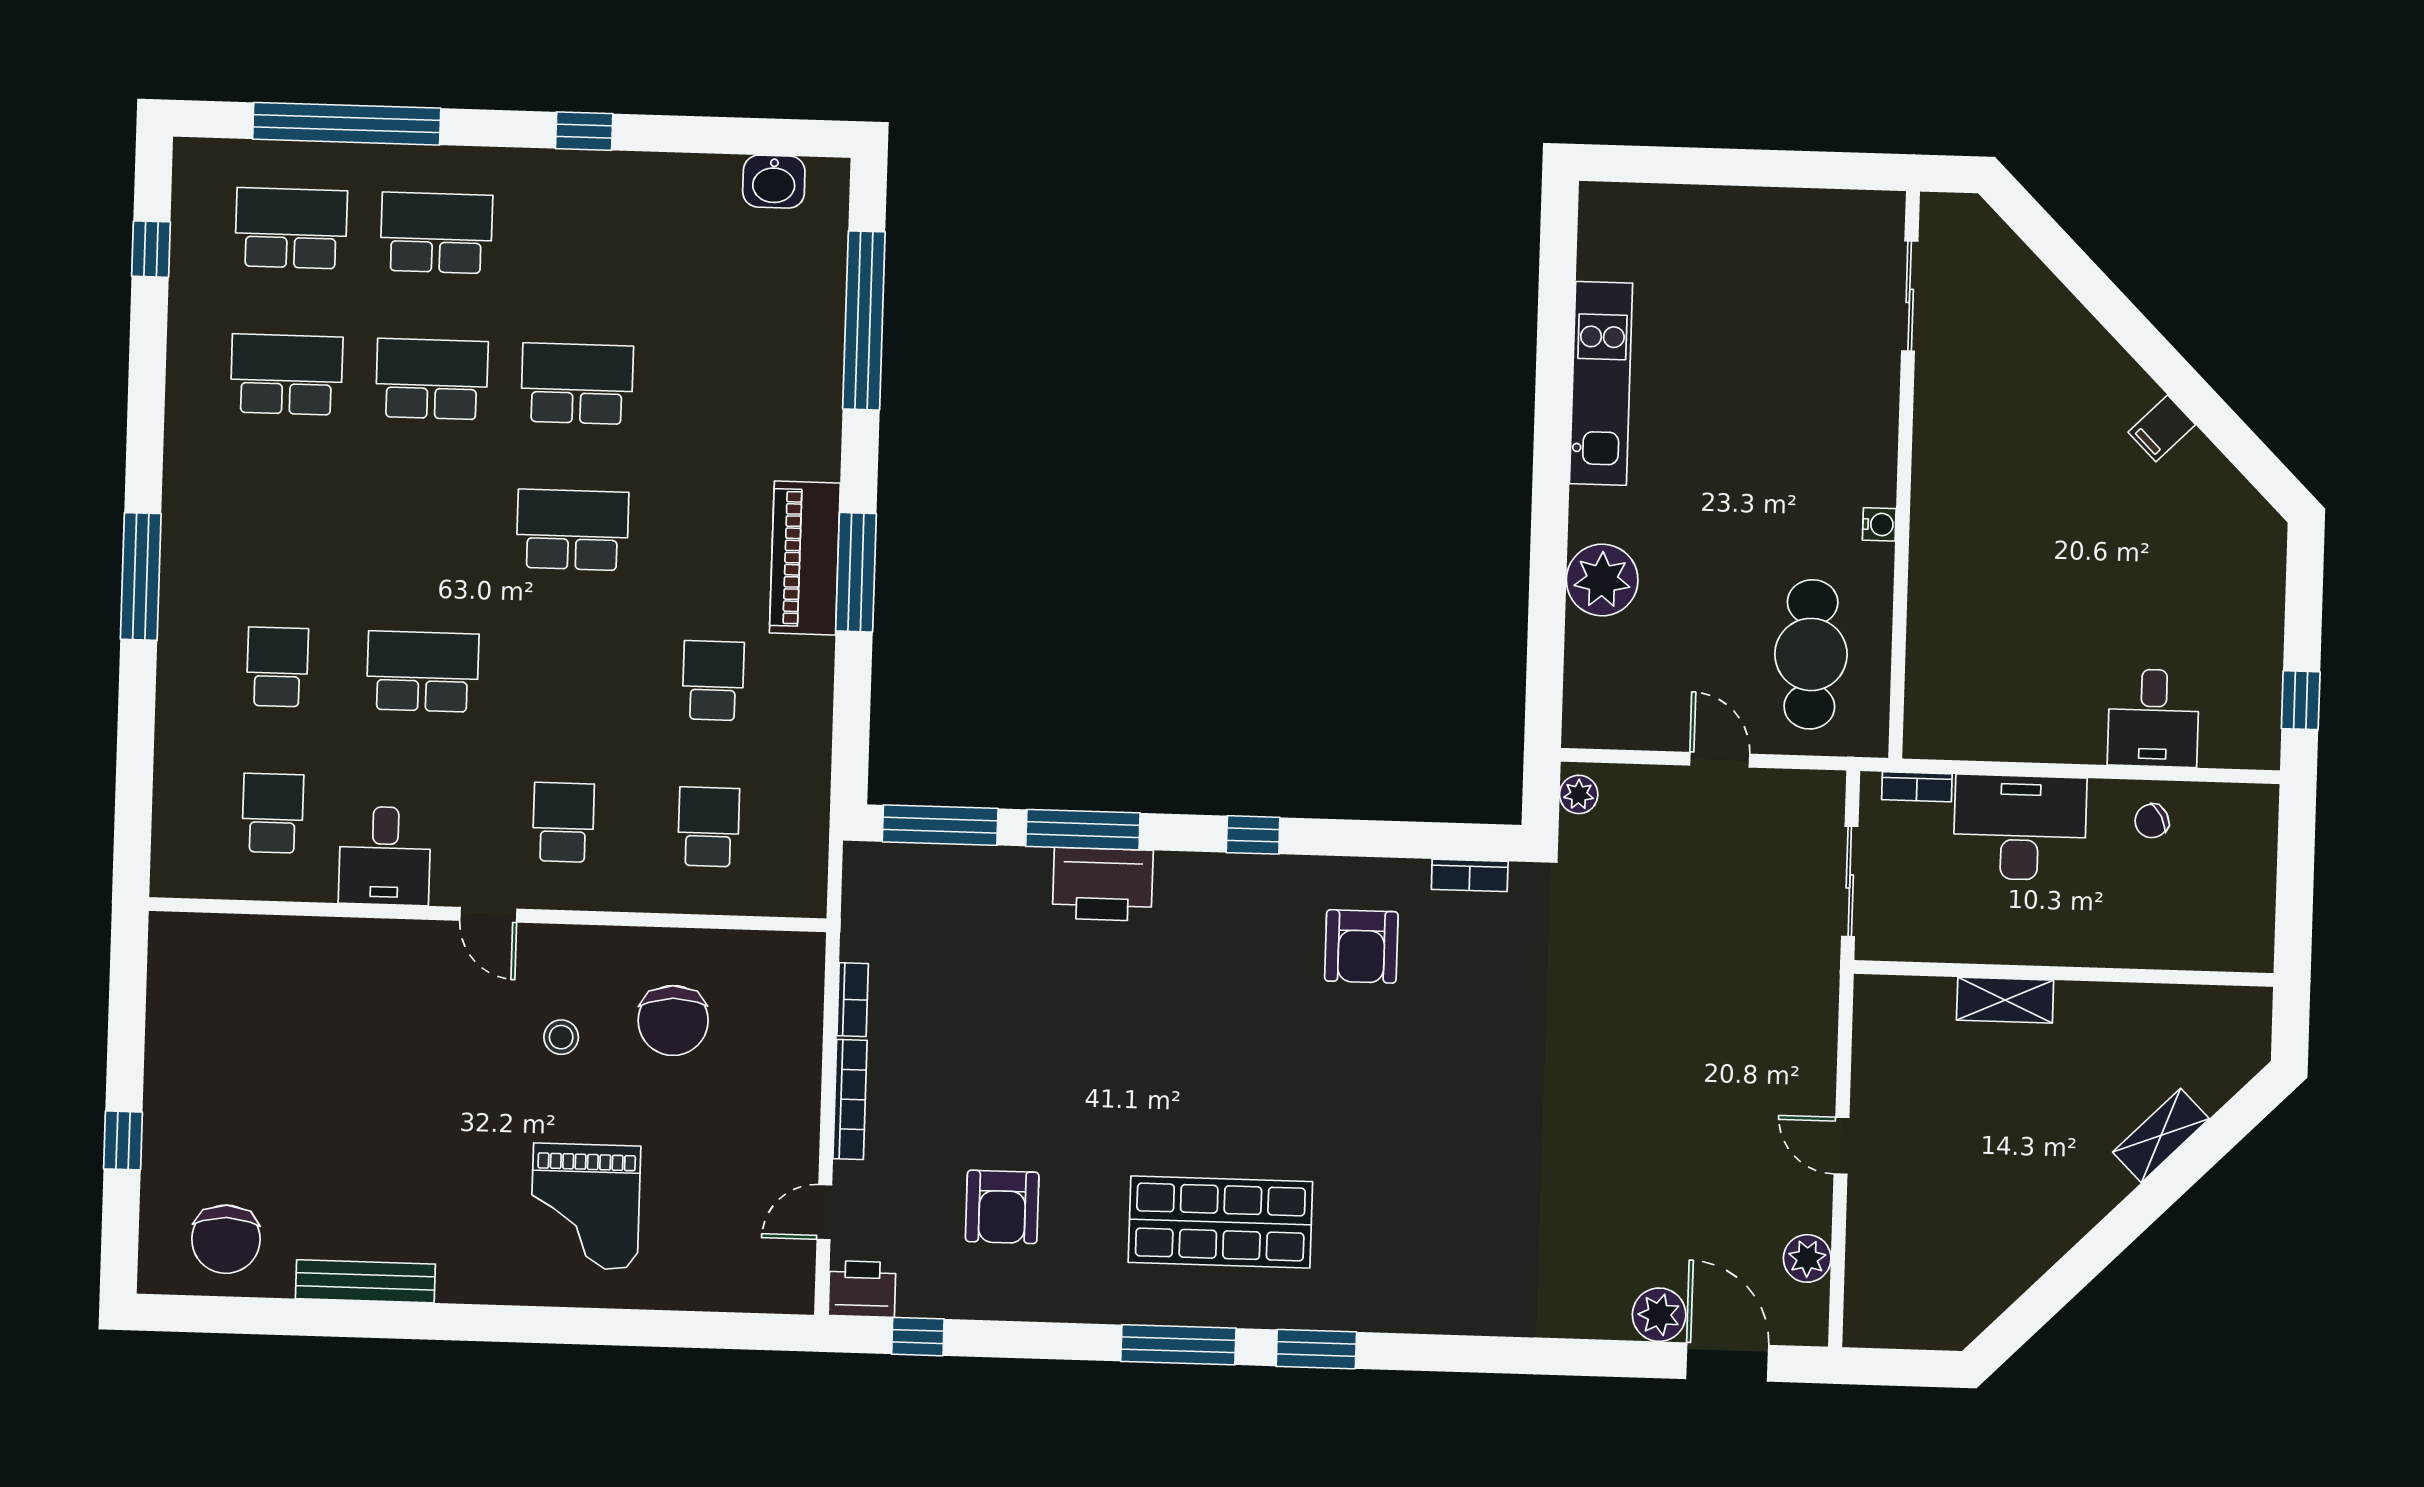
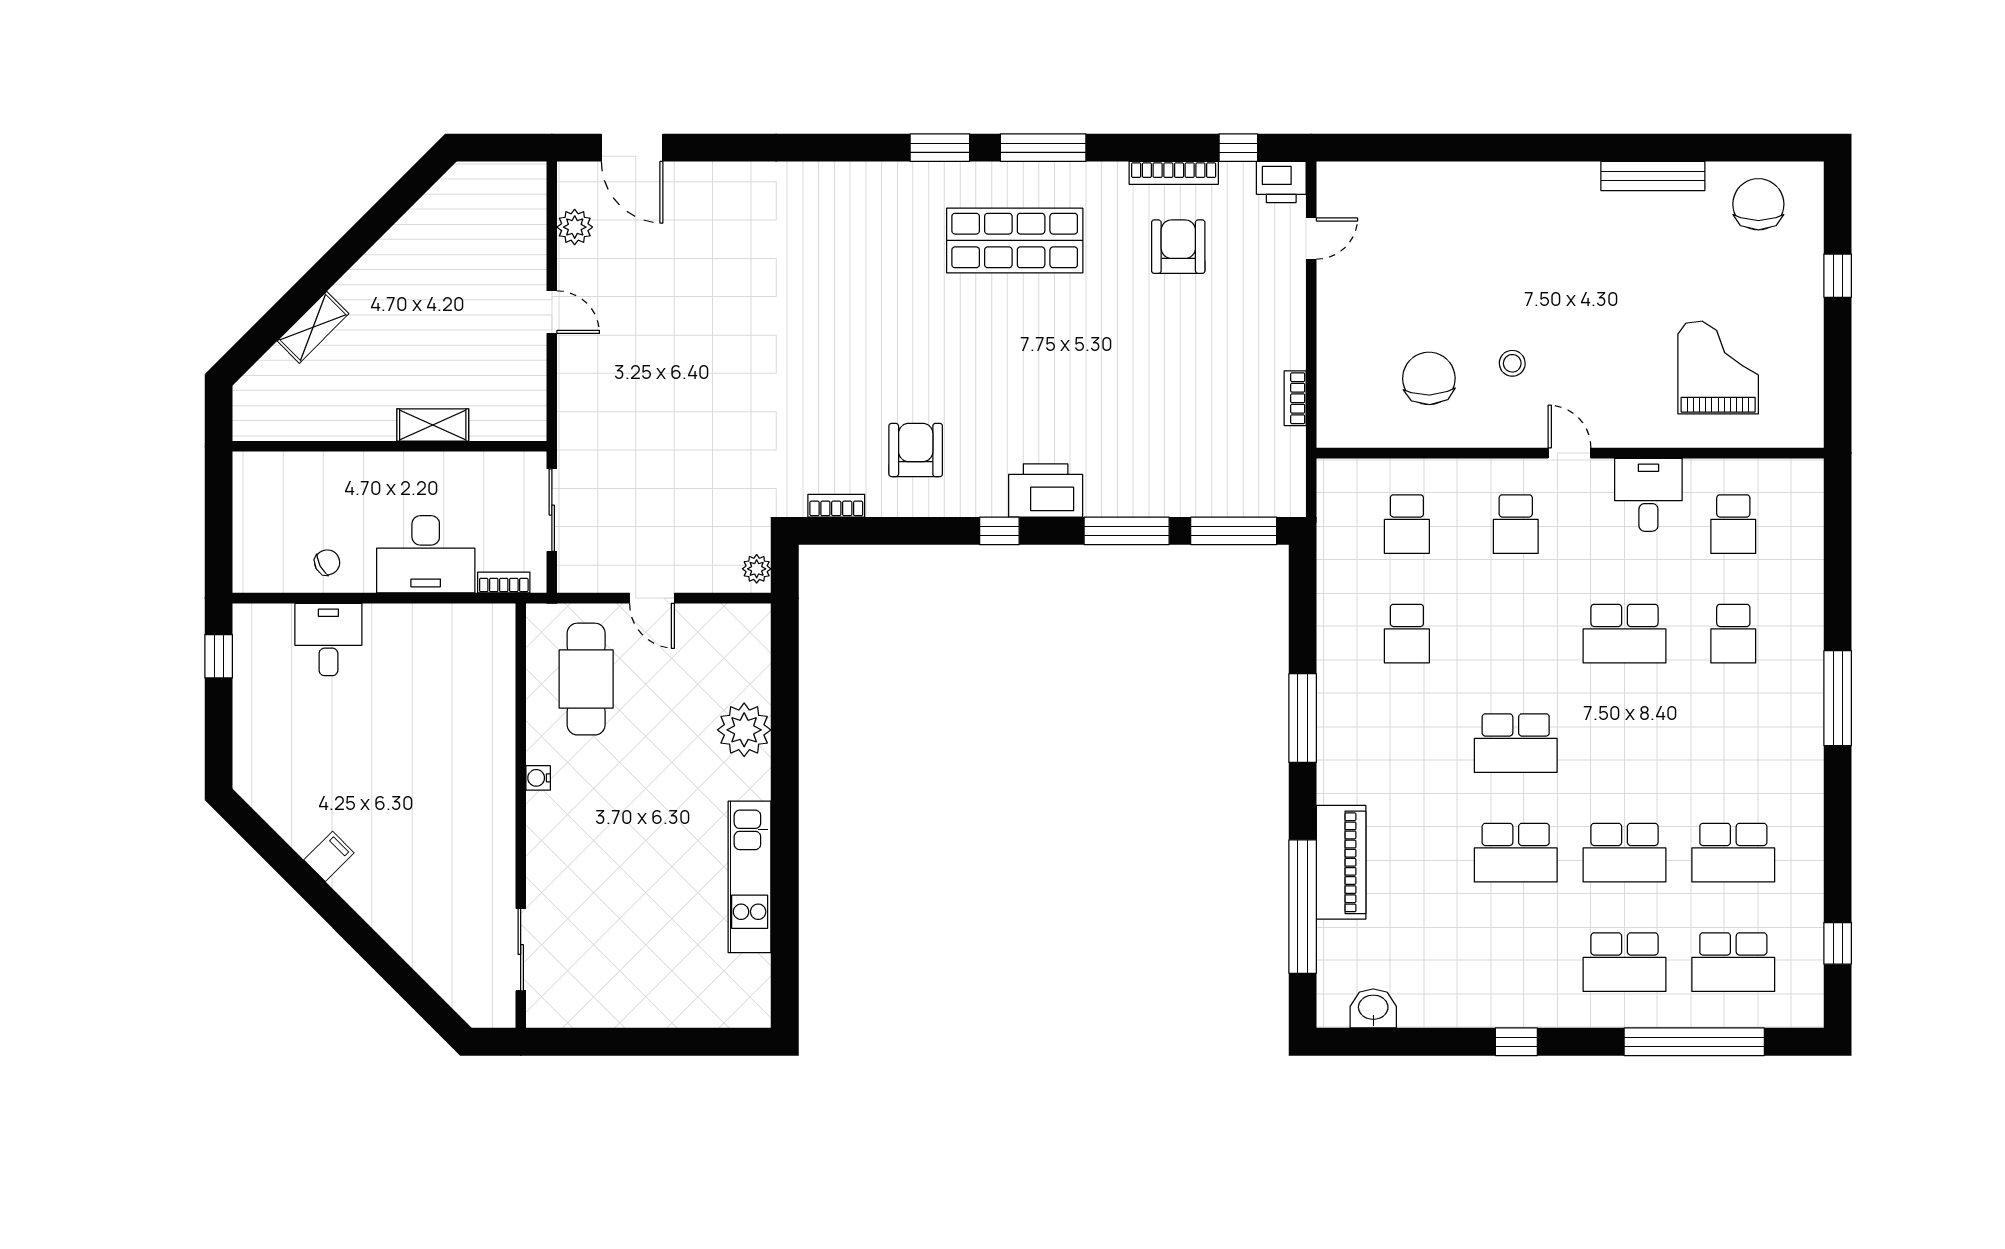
piano: (805, 558) -> (1341, 862), moved
printer: (1103, 884) -> (1046, 490), moved
bookcase: (850, 1099) -> (1174, 173), moved, turned -90
grand piano: (585, 1206) -> (1718, 368), moved
plant: (1659, 1315) -> (684, 181), removed

